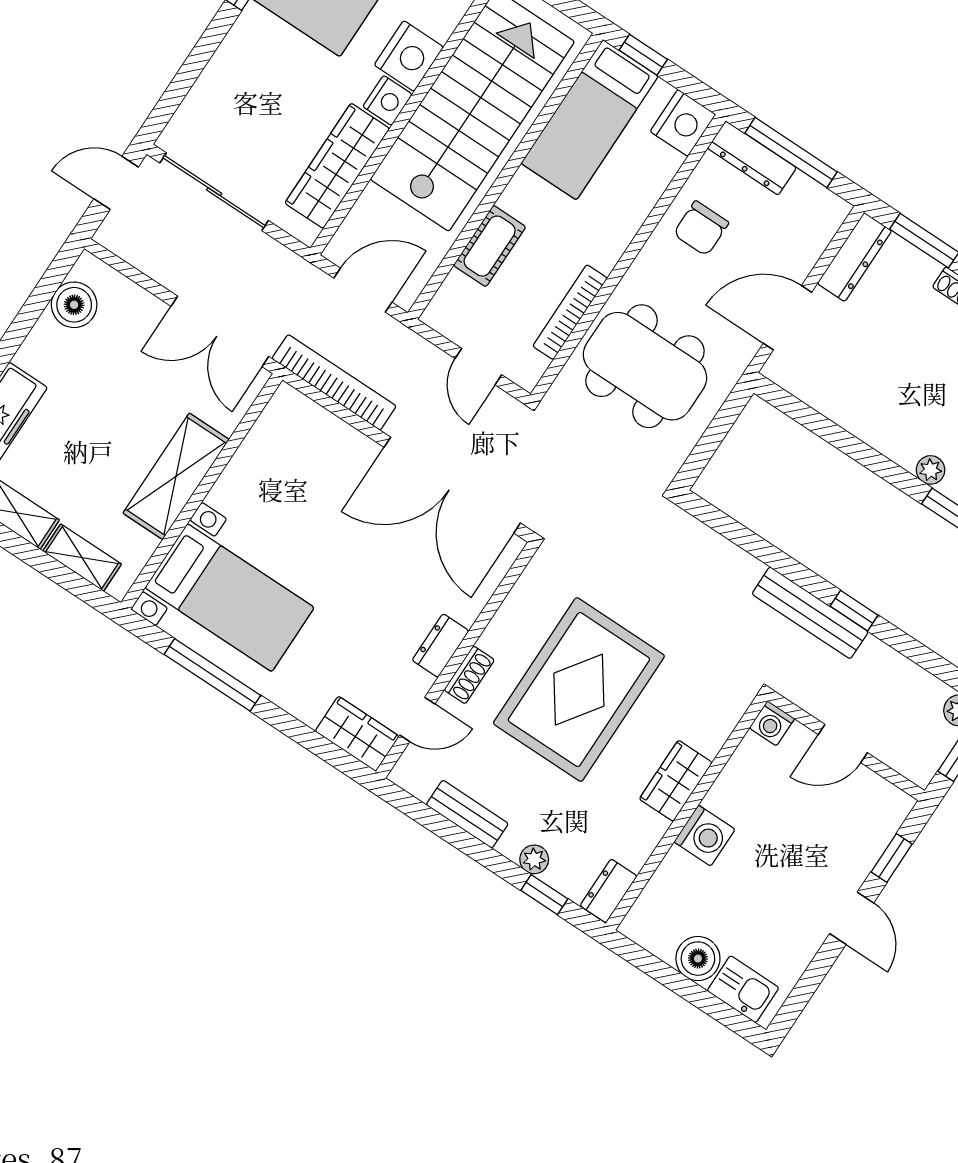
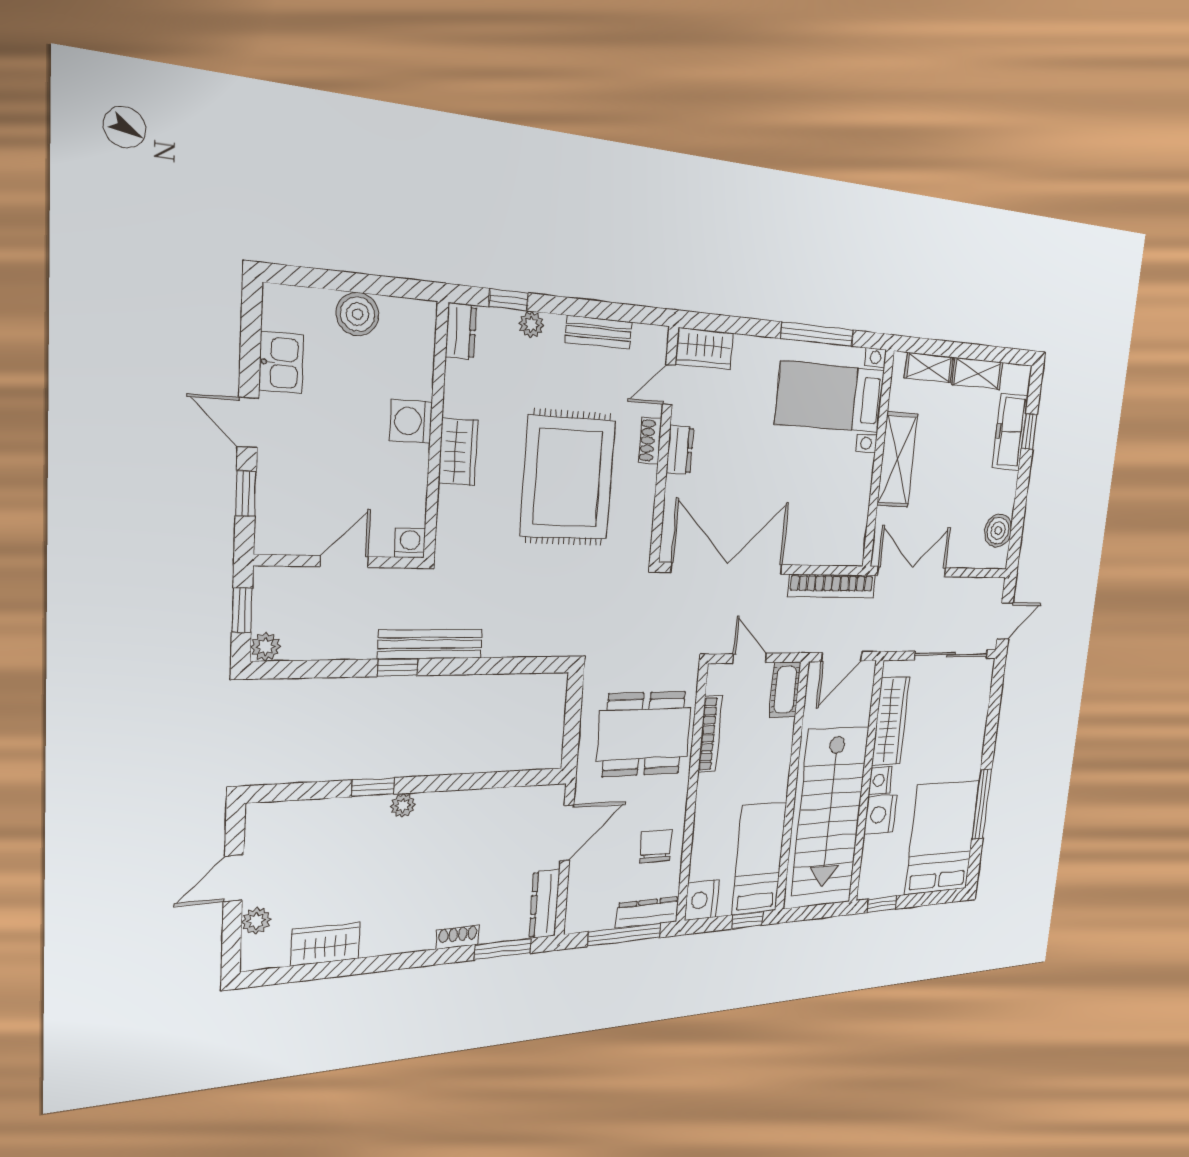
cot: (490, 246) -> (785, 690), moved
kitchen sink: (743, 989) -> (281, 363), moved, turned -90

